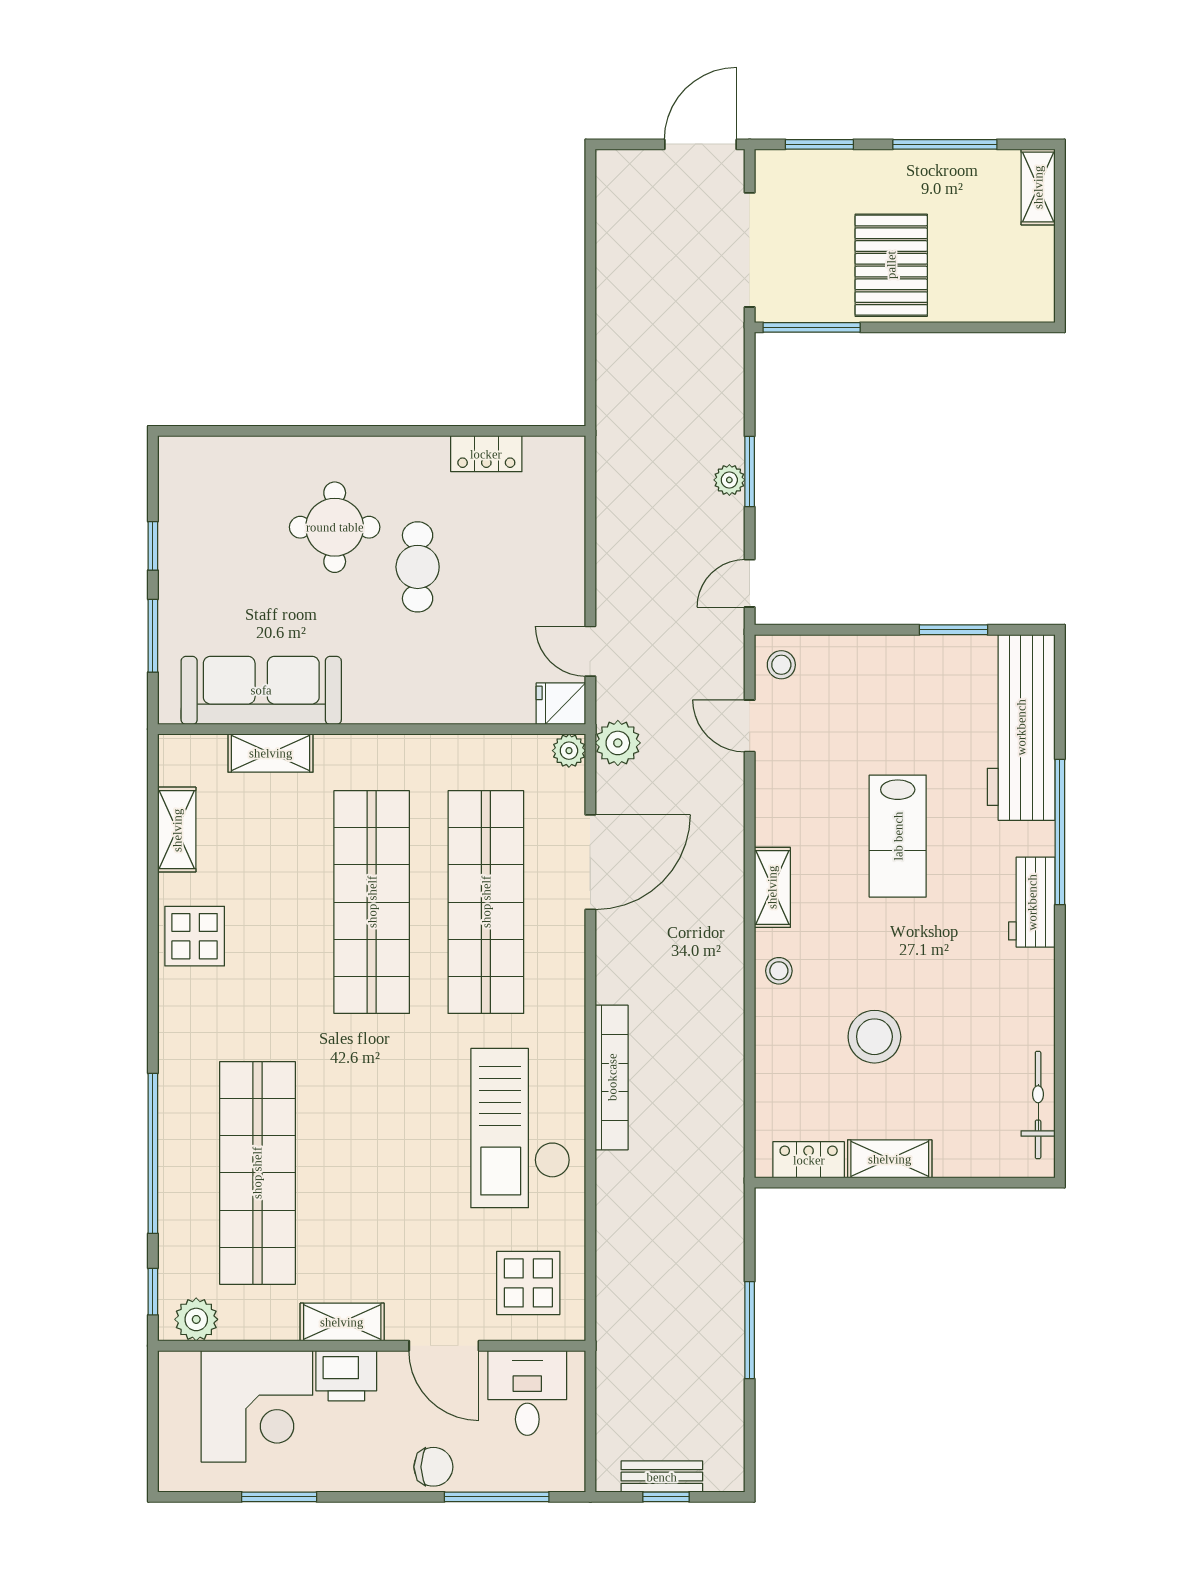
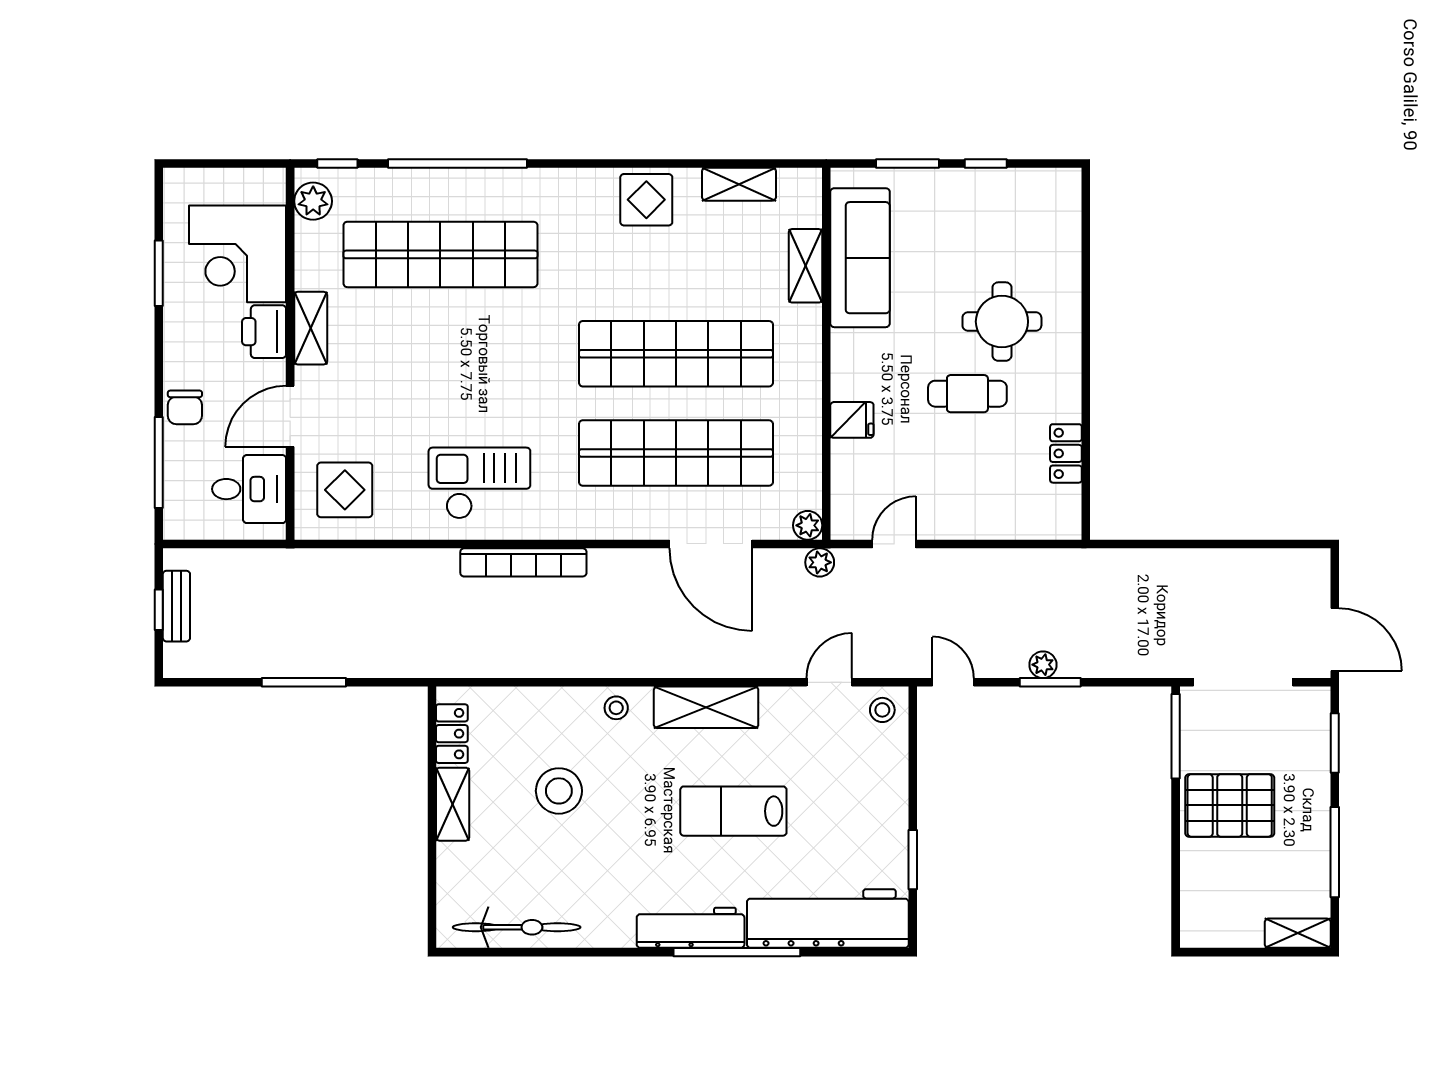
fridge: (561, 704) -> (852, 420), moved, turned 90
plant: (618, 743) -> (820, 562), width x0.73, depth x0.73
shelving: (772, 887) -> (706, 707), width x1.50, depth x1.33
workbench: (1032, 902) -> (691, 928), width x1.37
bicycle: (1038, 1105) -> (517, 927), width x1.37, depth x1.40
checkout: (521, 1128) -> (479, 483), width x0.73, depth x0.83

